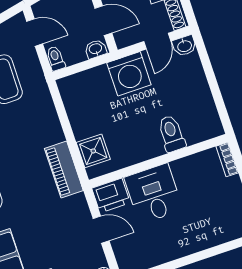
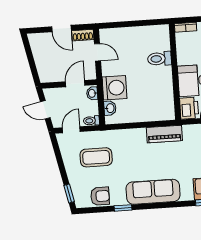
washbasin: (184, 46) -> (110, 108), moved
washing machine: (129, 74) -> (115, 88), moved
shower: (93, 151) -> (157, 112), removed

